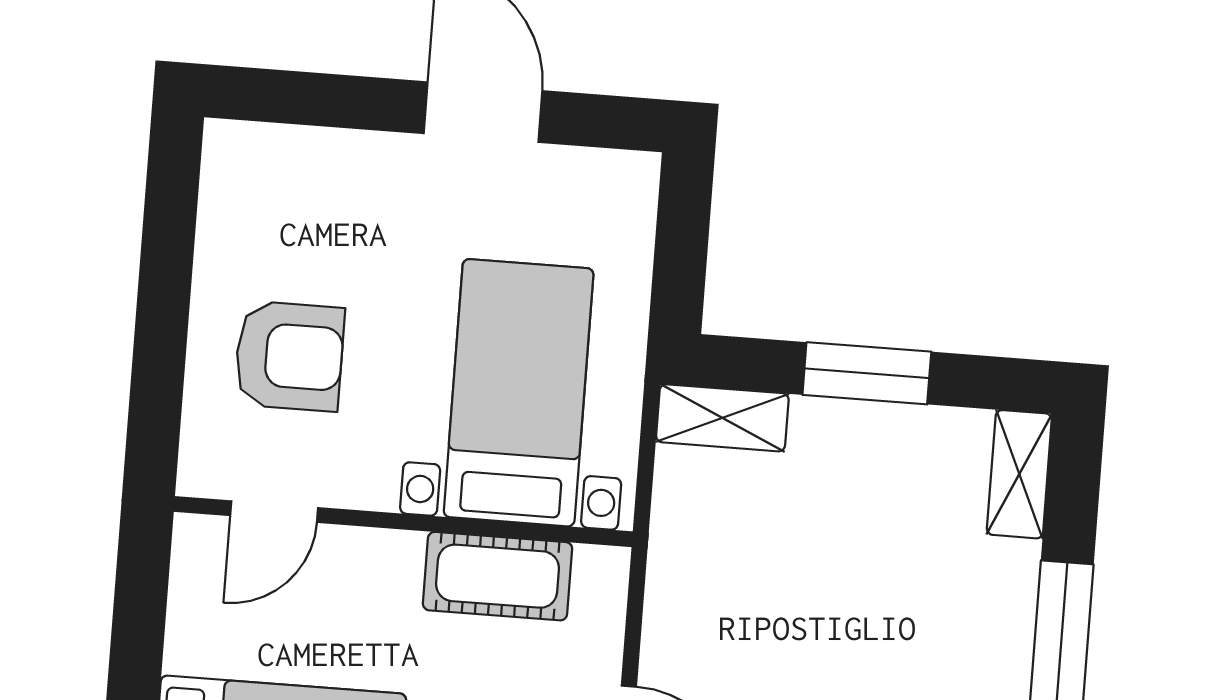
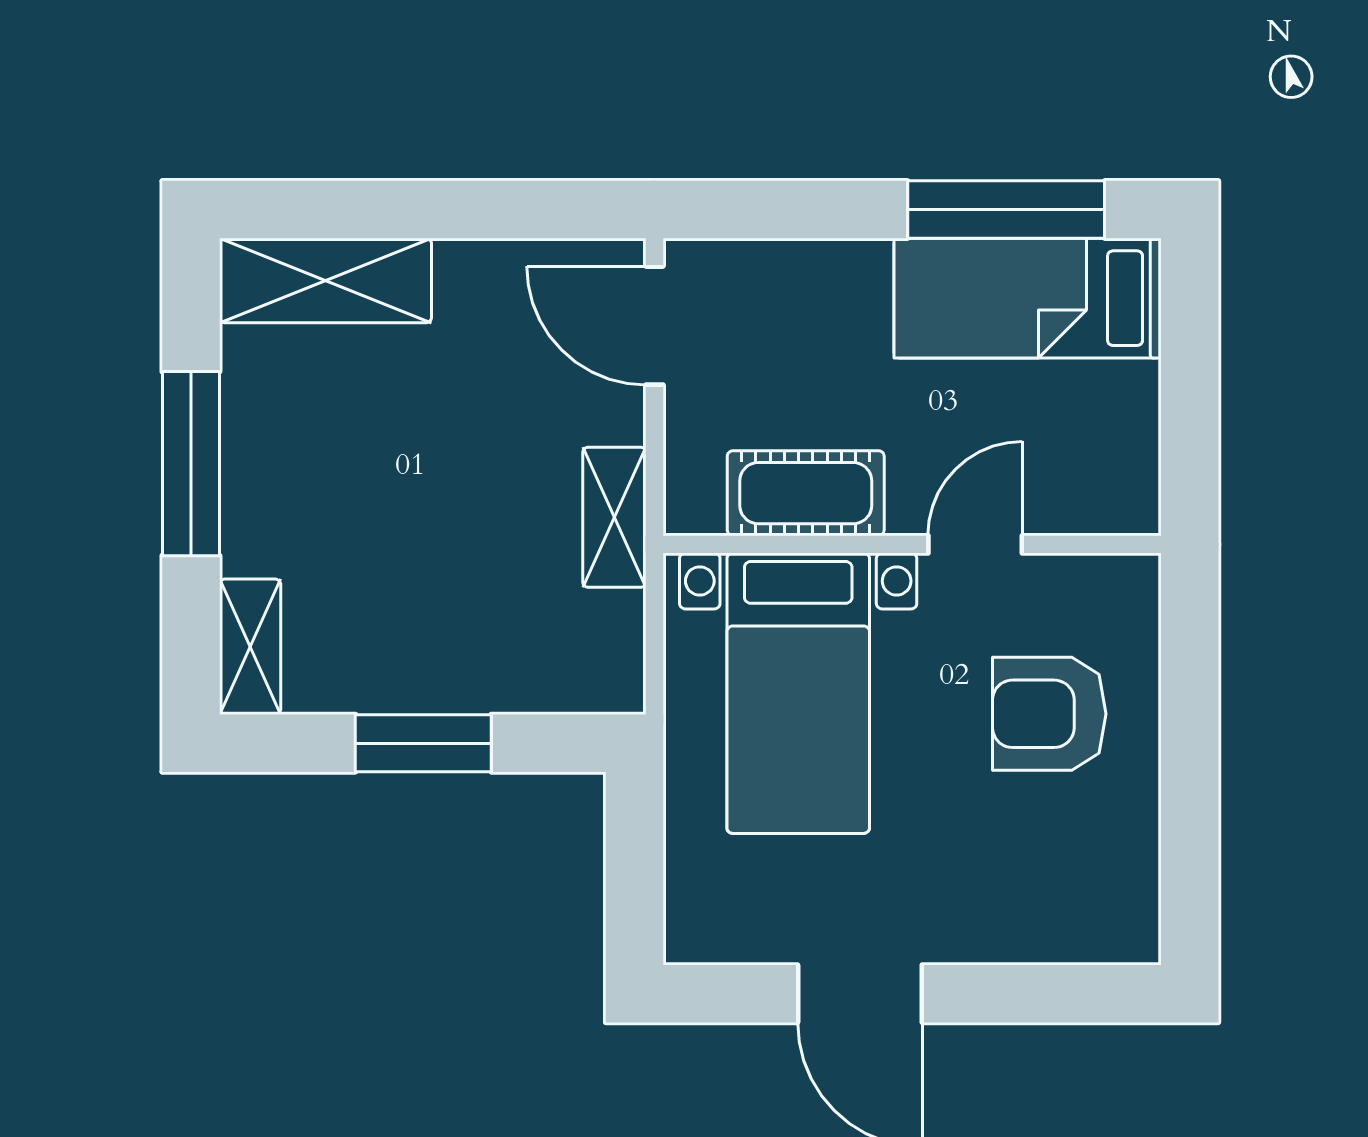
shelving: (722, 418) -> (614, 517), moved, turned 90
door: (274, 512) -> (975, 544), moved

